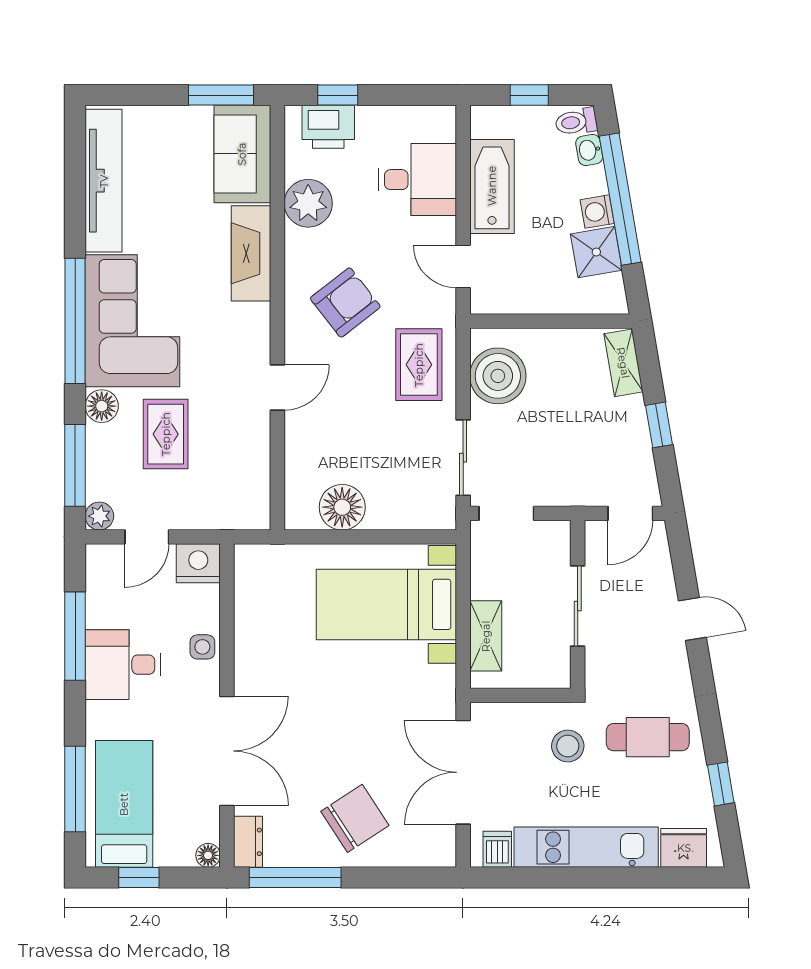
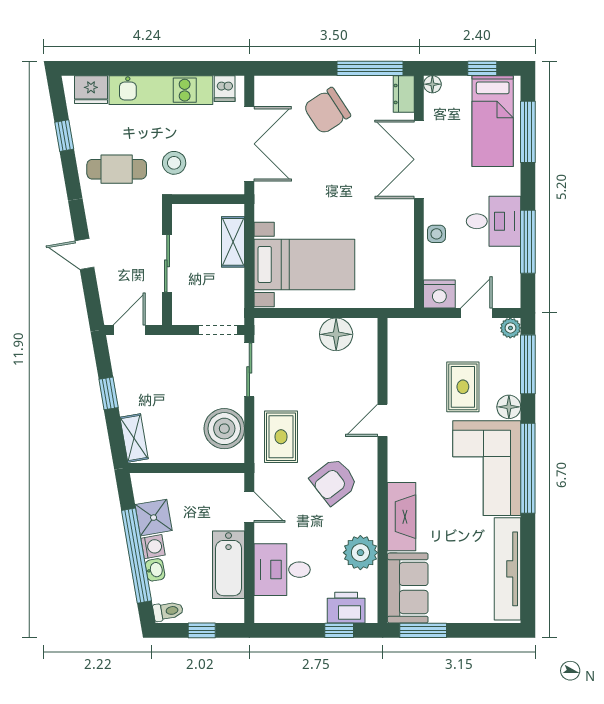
washbasin: (589, 150) -> (155, 570), moved

